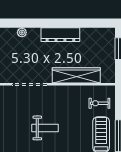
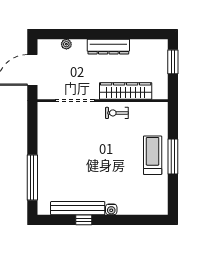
exercise bike: (99, 103) -> (117, 113), moved
weight bench: (45, 128) -> (92, 148), removed

